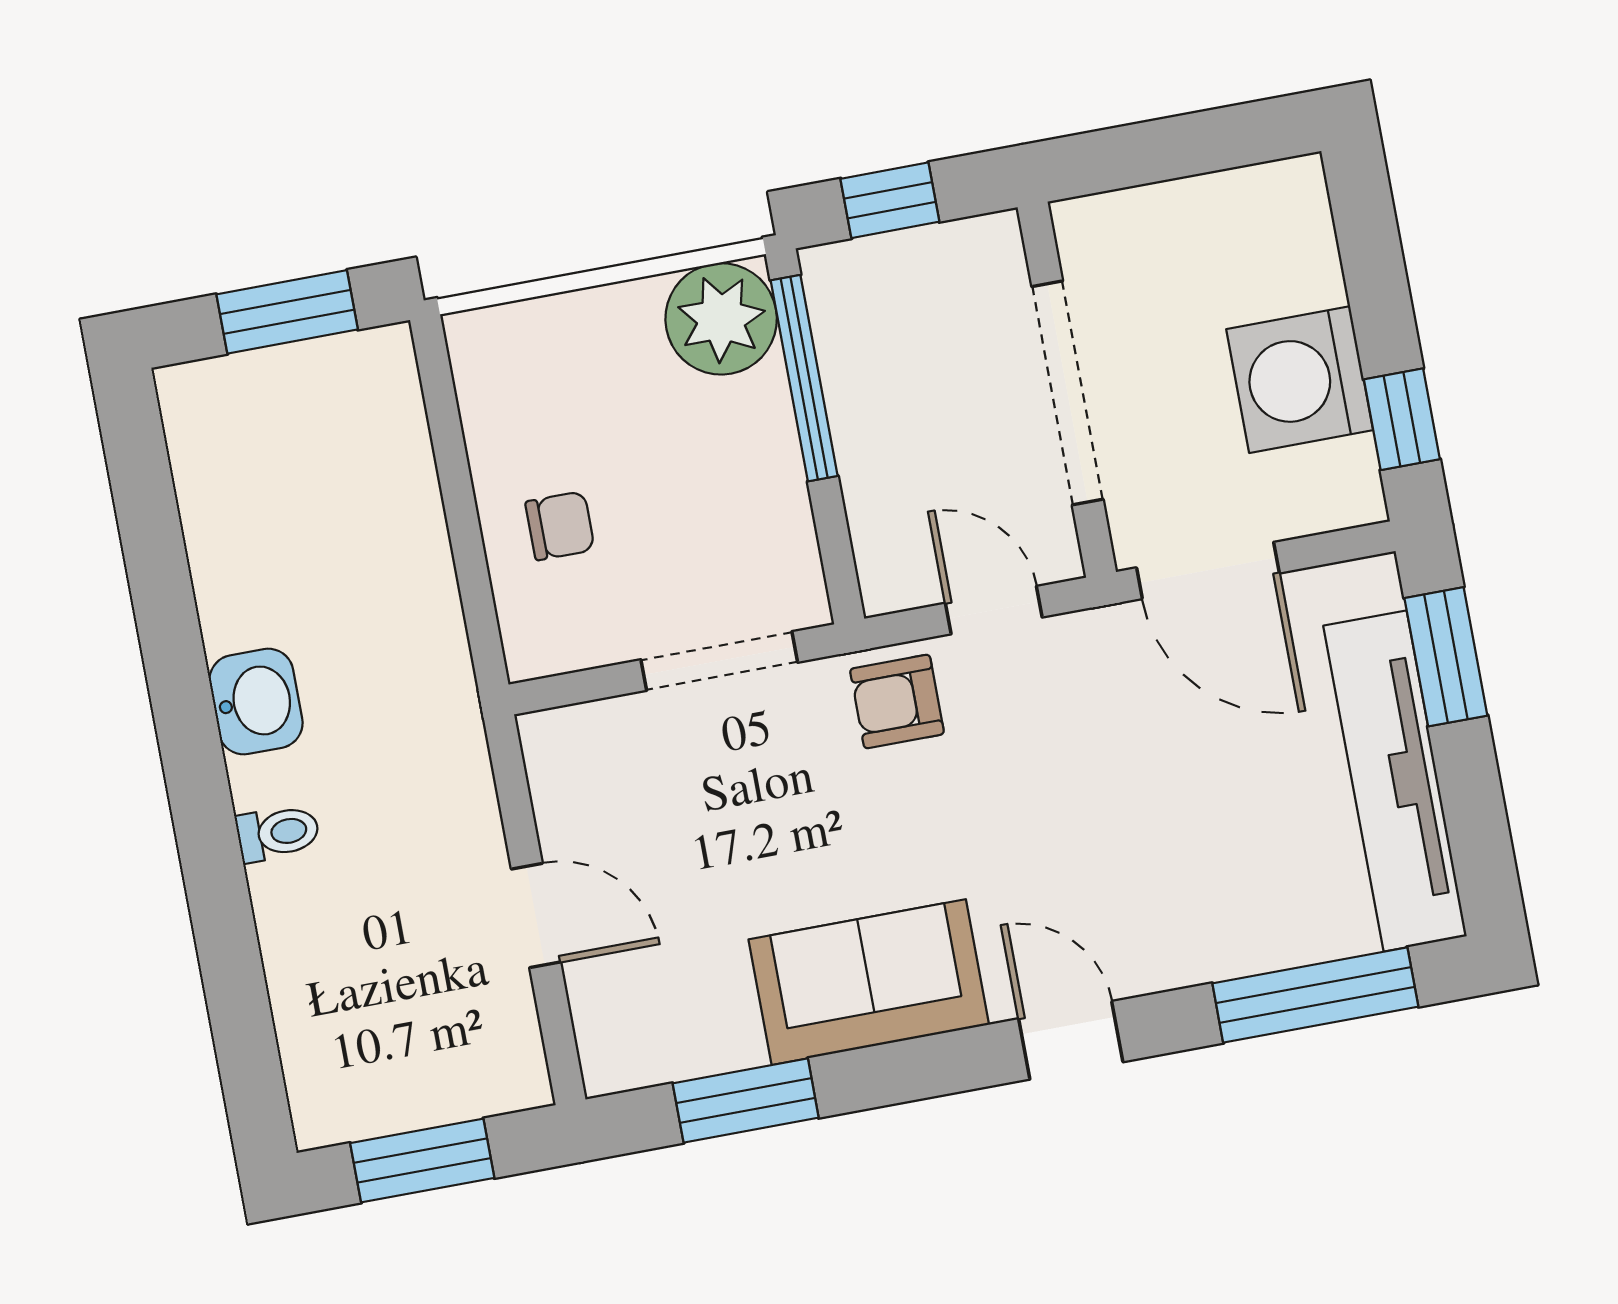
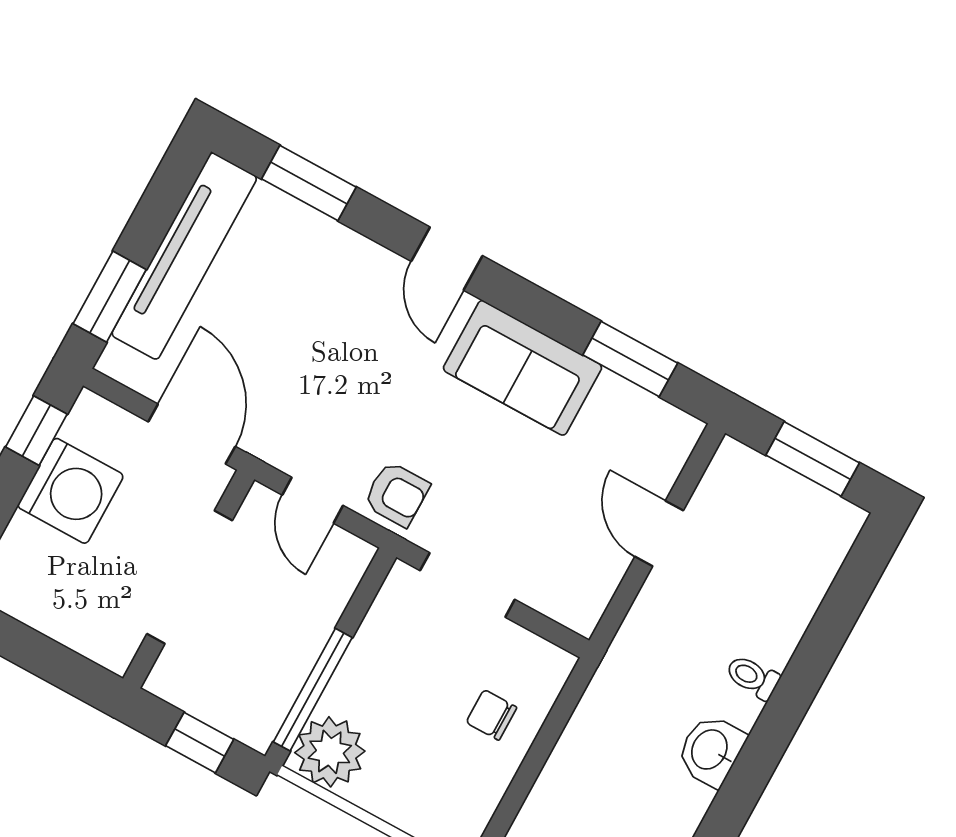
window: (1315, 995) -> (309, 183), width x0.69

